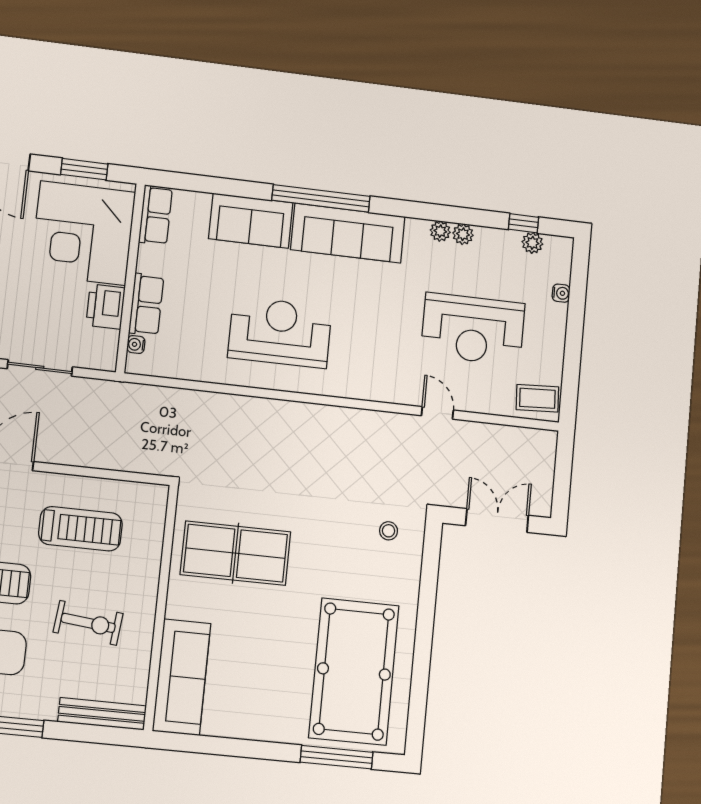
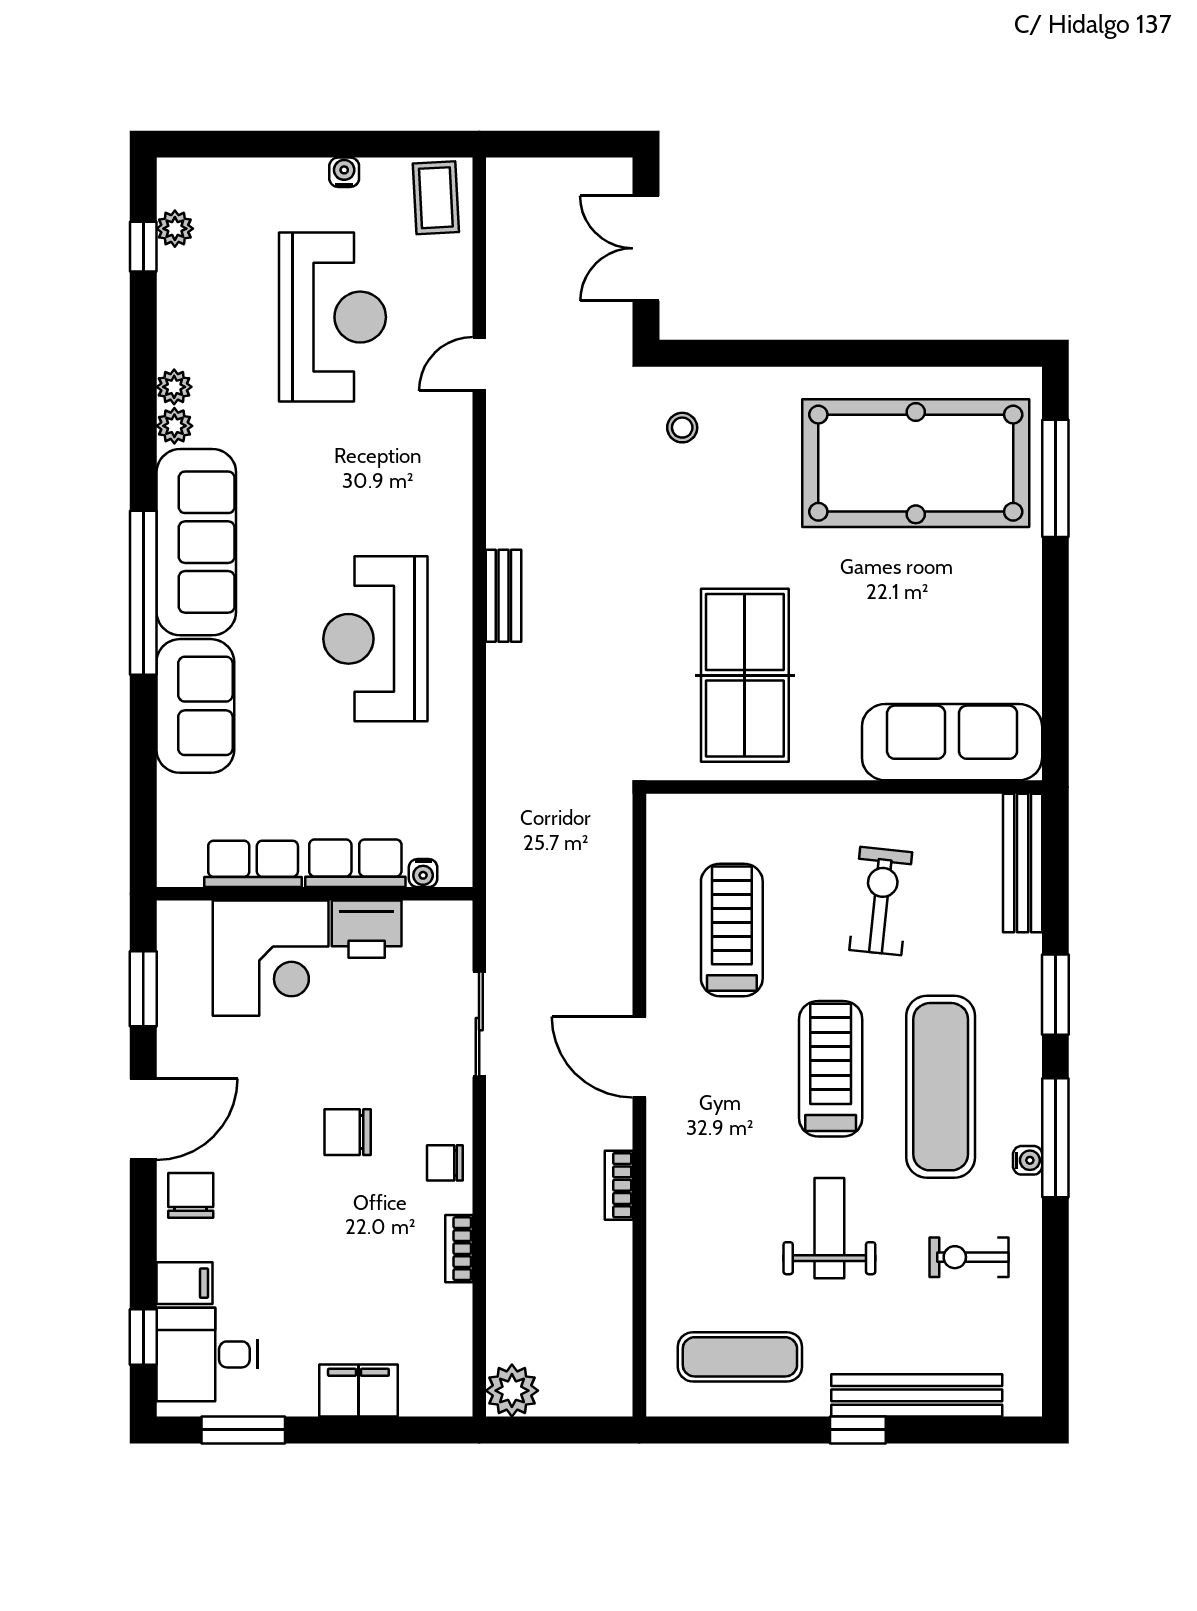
row of seats: (155, 215) -> (253, 864), moved
corner desk: (83, 233) -> (271, 958), width x0.74, depth x0.74
plant: (463, 234) -> (174, 426), moved
water cooler: (561, 293) -> (344, 172), moved
bench: (298, 412) -> (503, 596), added

